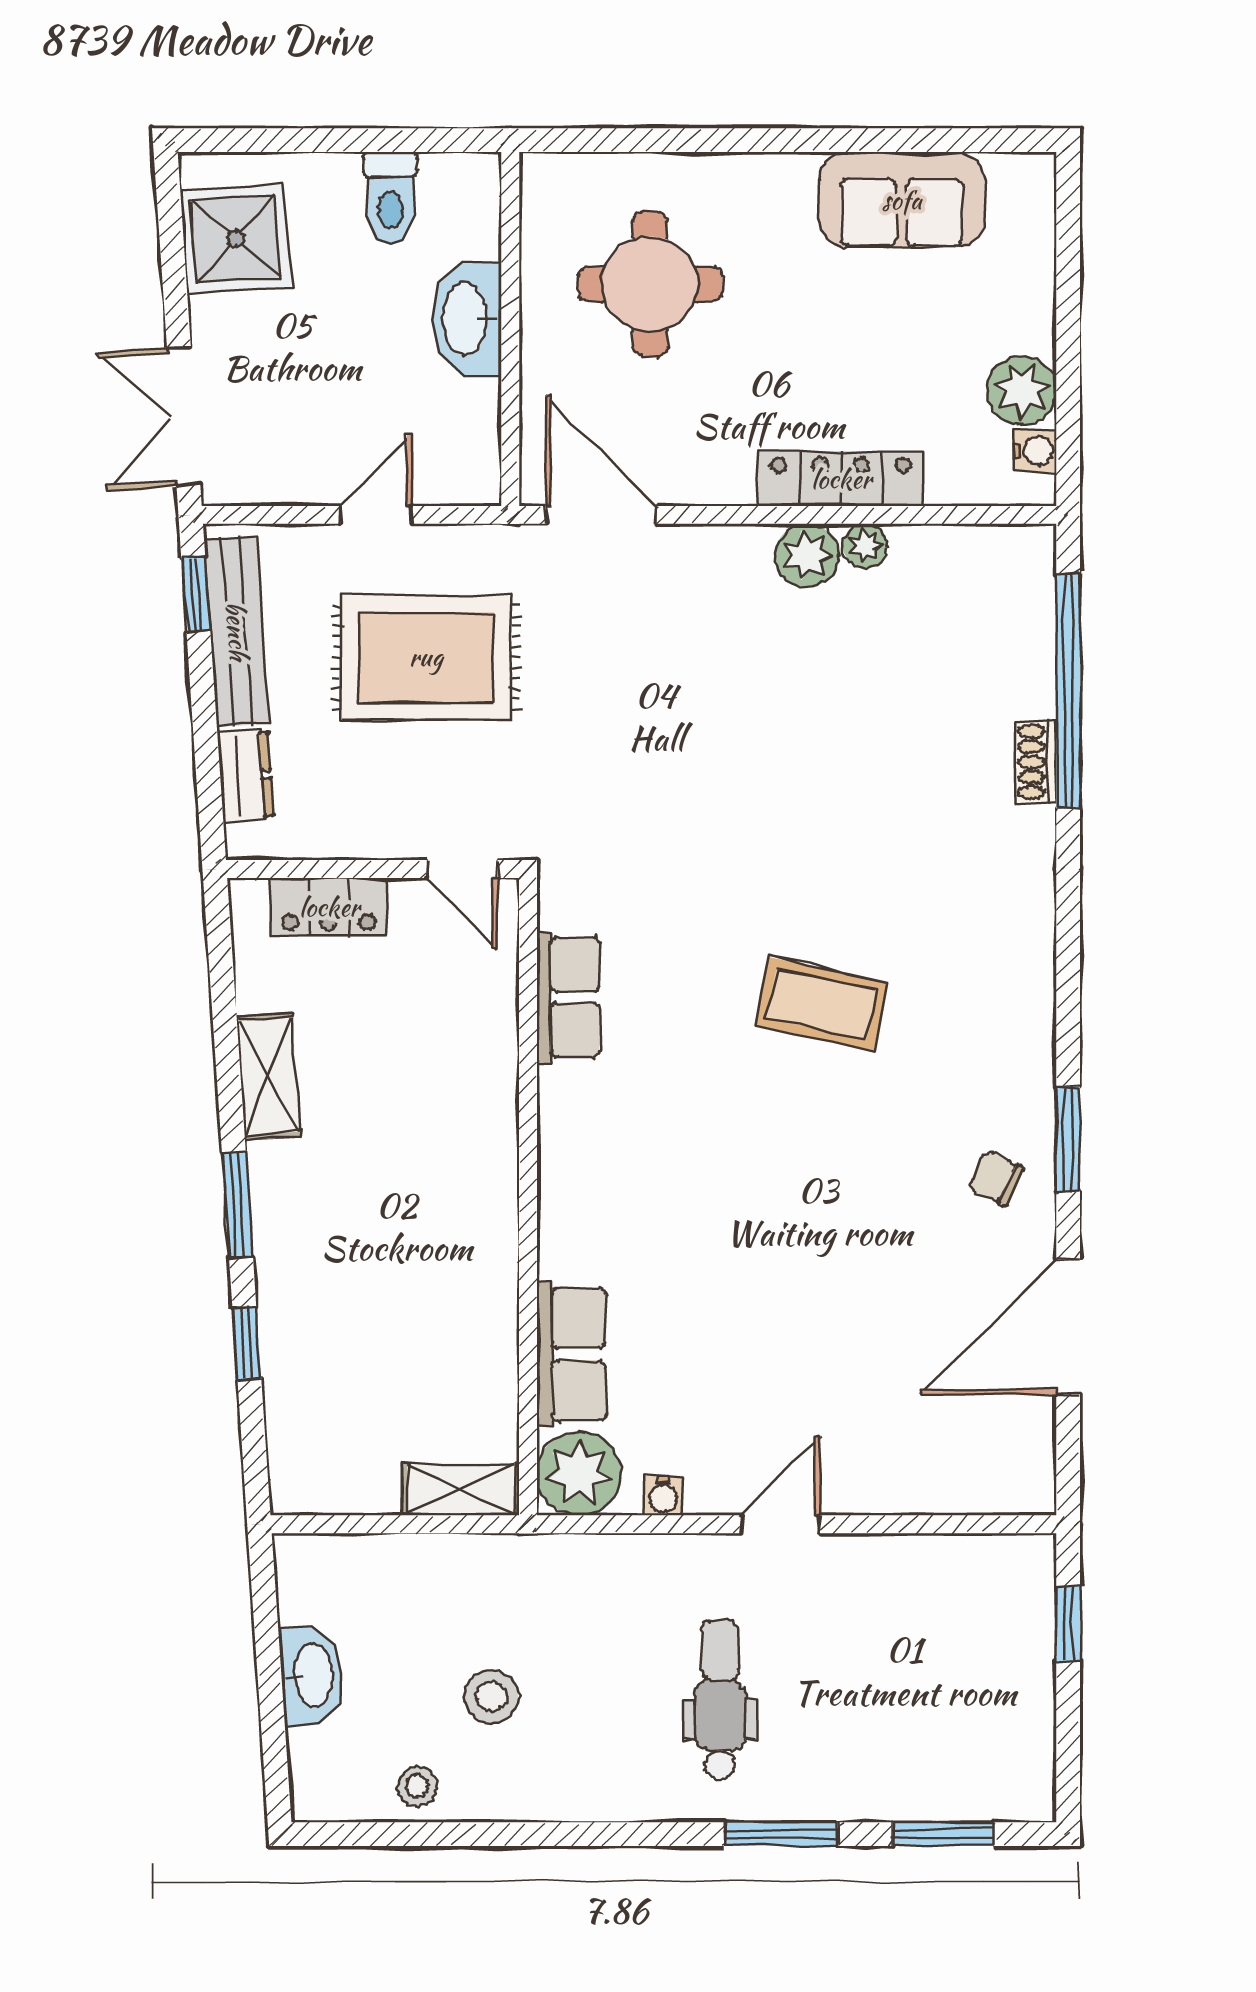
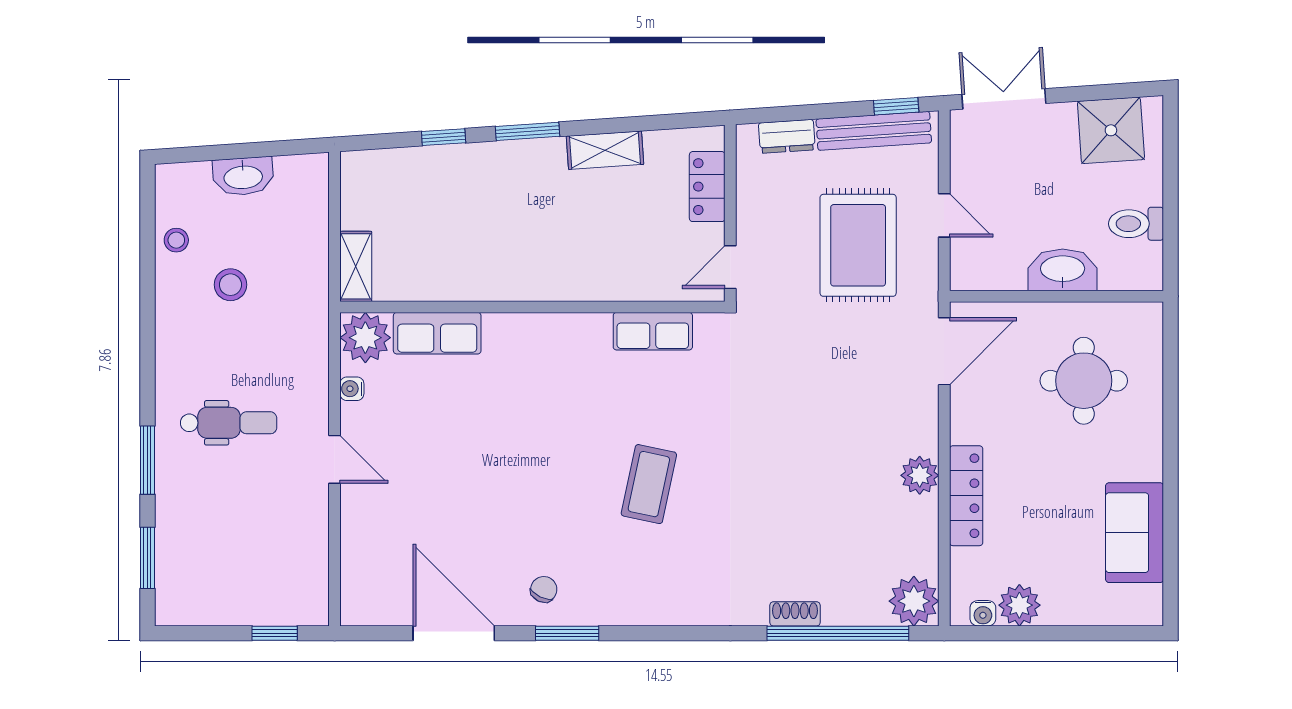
plant: (865, 546) -> (914, 601), moved, width x1.87, depth x1.87

